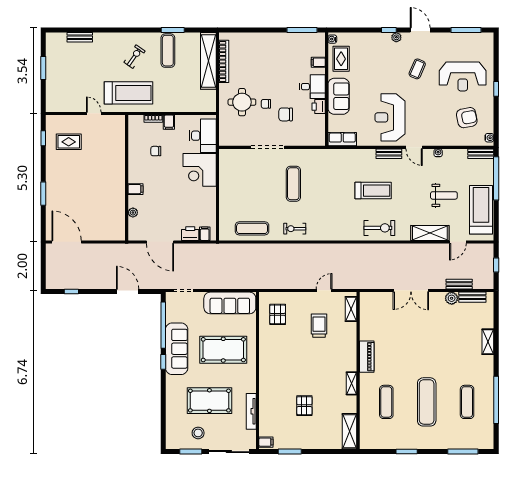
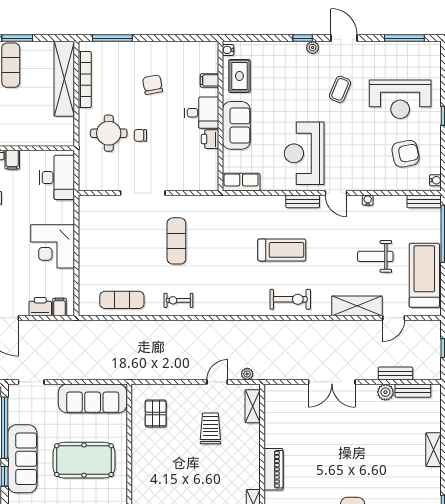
window: (302, 30) -> (112, 38), moved
chair: (286, 114) -> (153, 85), moved, turned 80
corner desk: (200, 170) -> (53, 246), moved
weight bench: (444, 195) -> (375, 256), turned 180
plant: (347, 284) -> (247, 374), added

